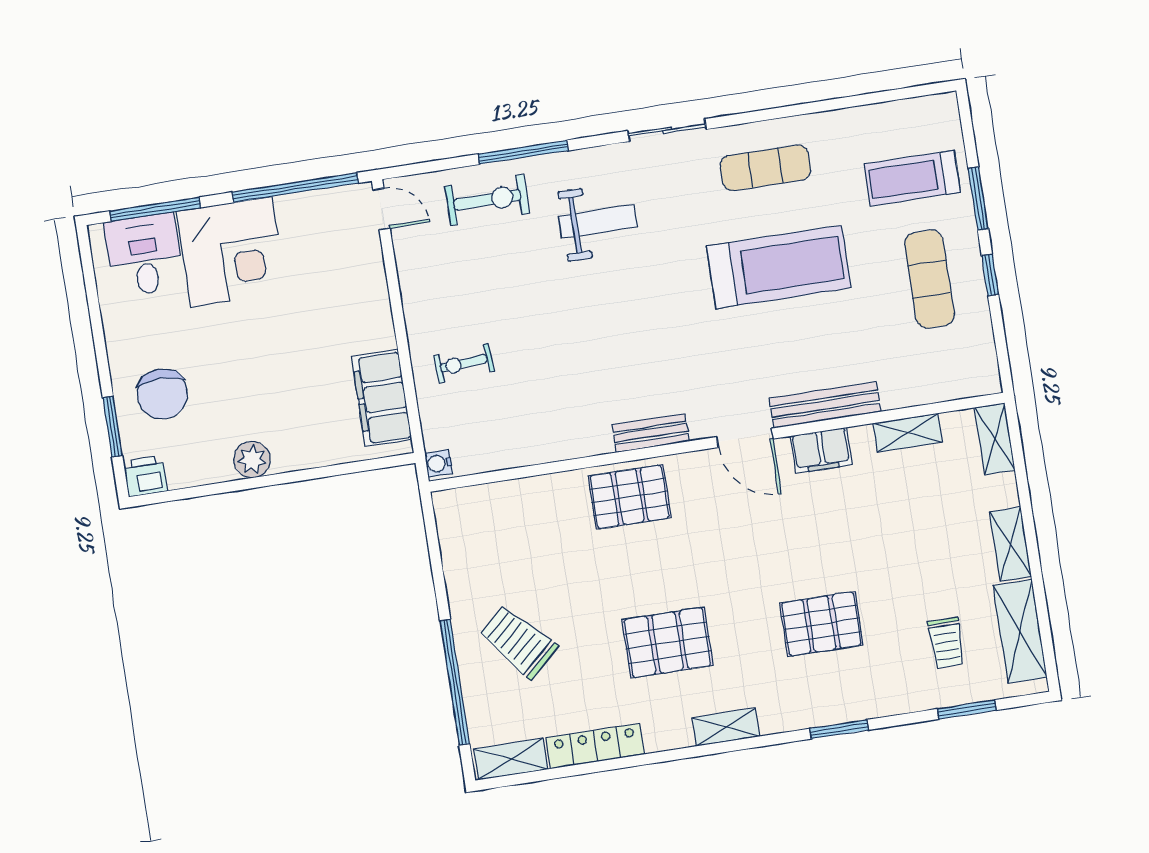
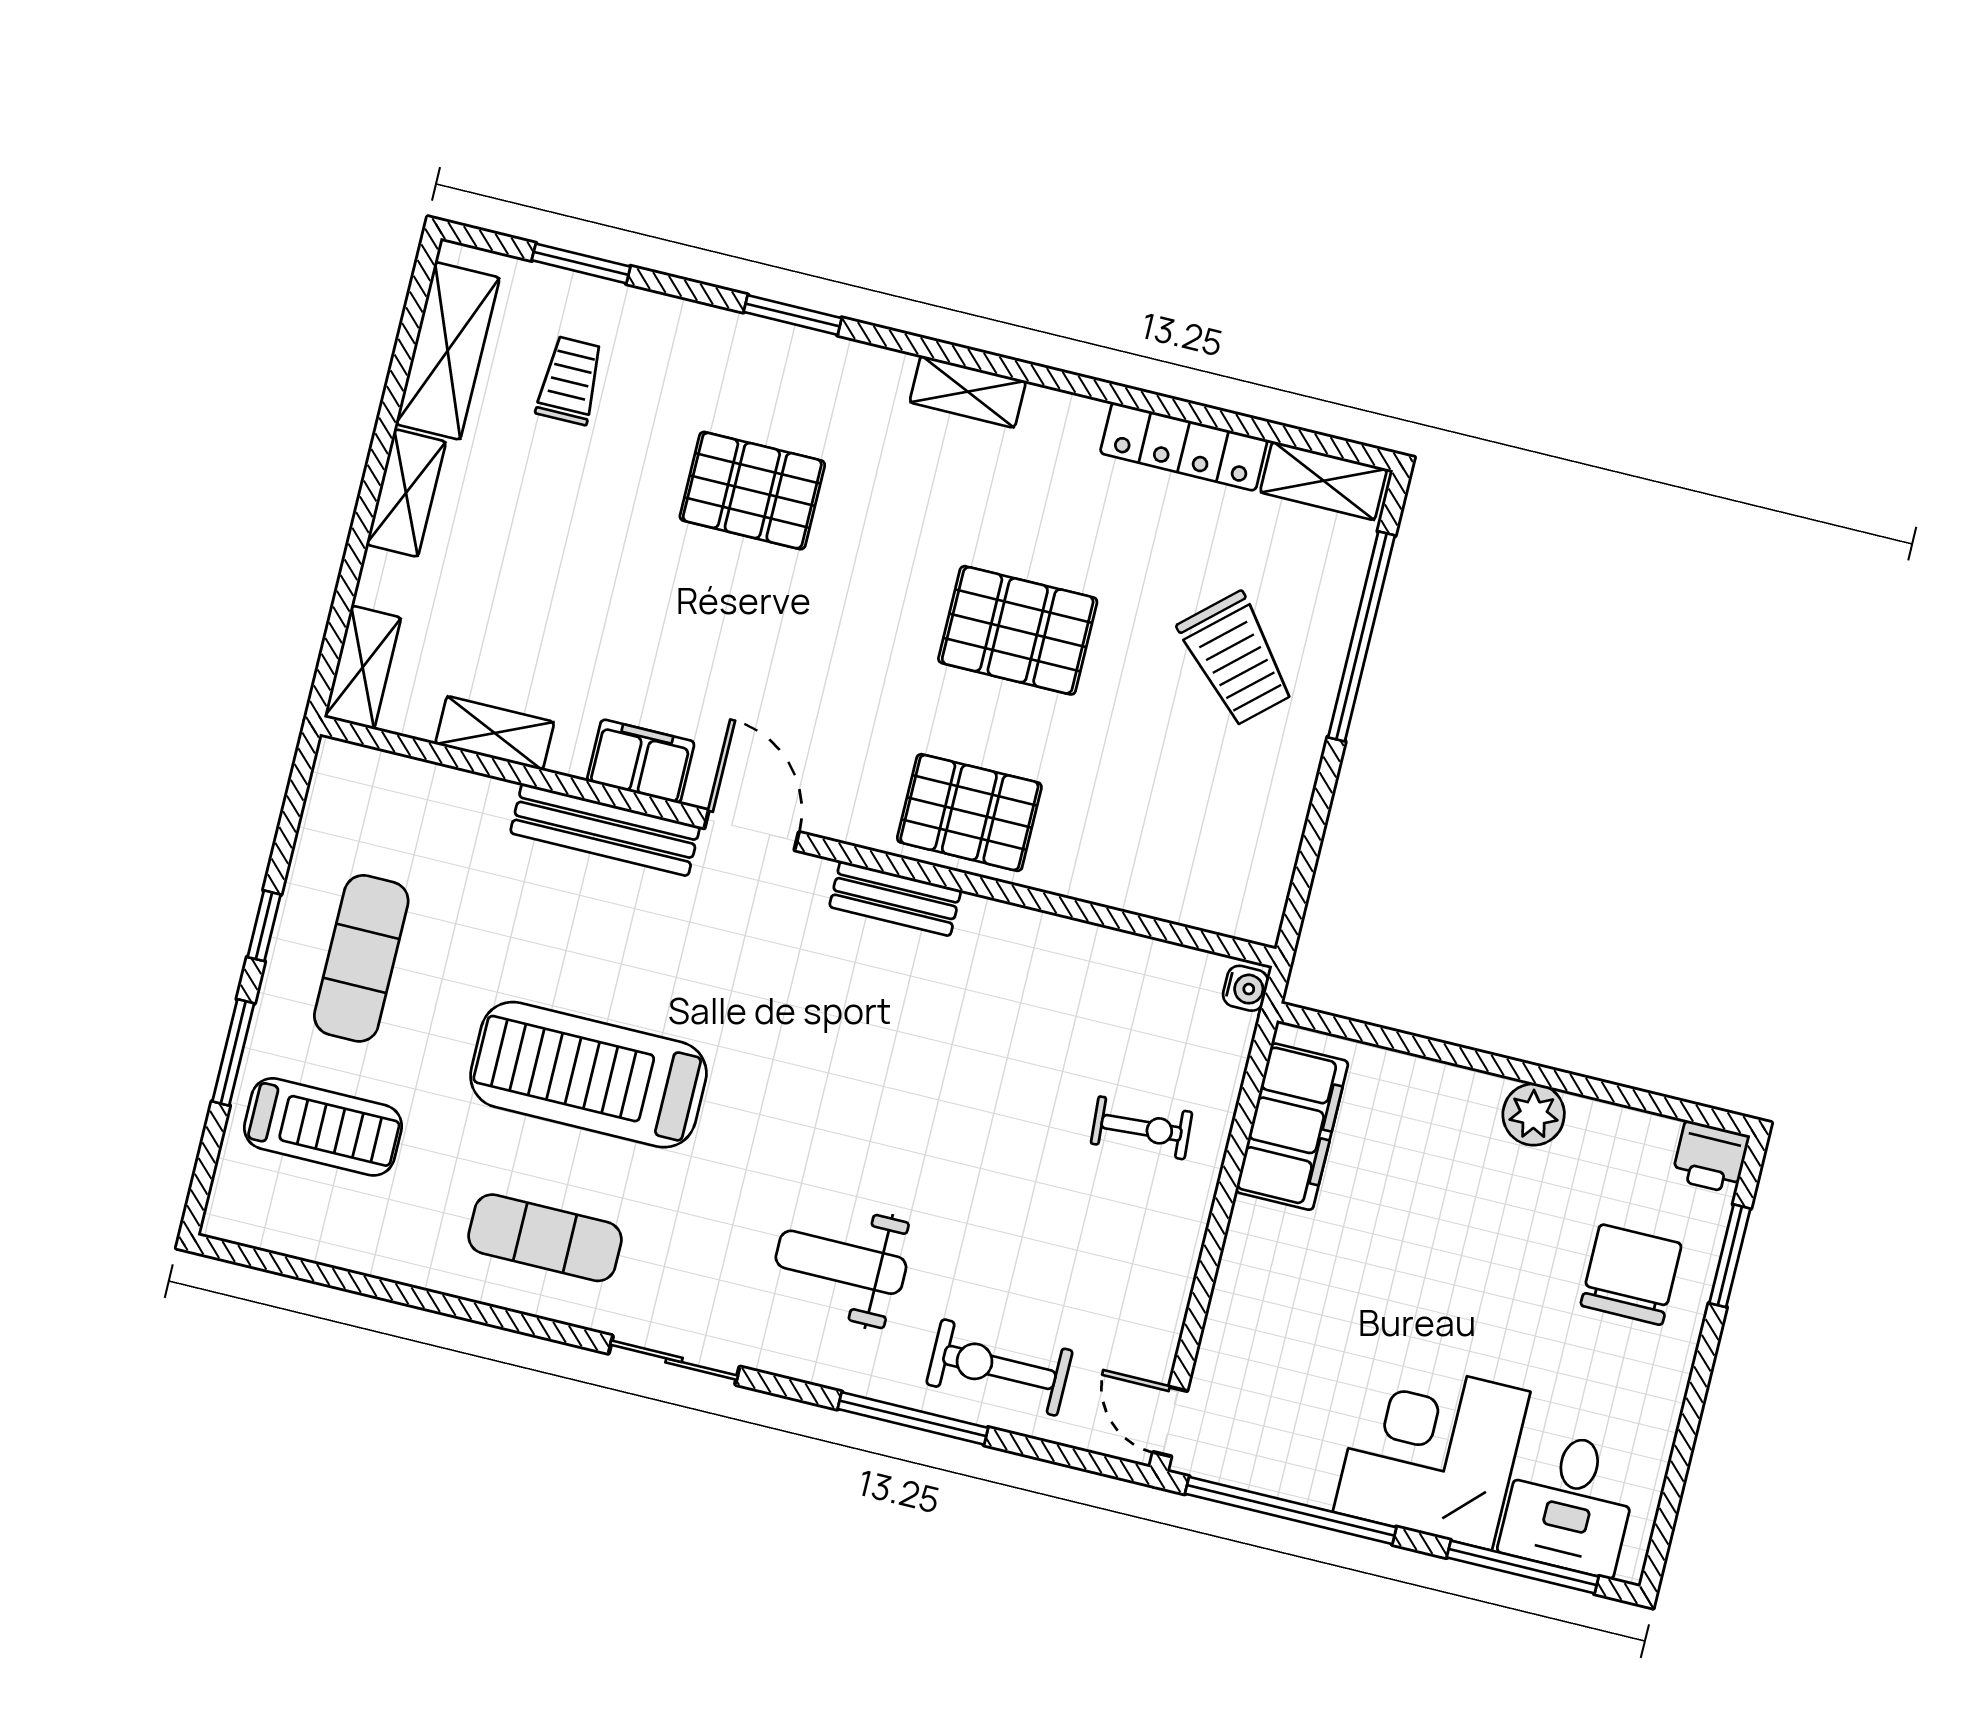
pallet: (667, 643) -> (1018, 630), moved

